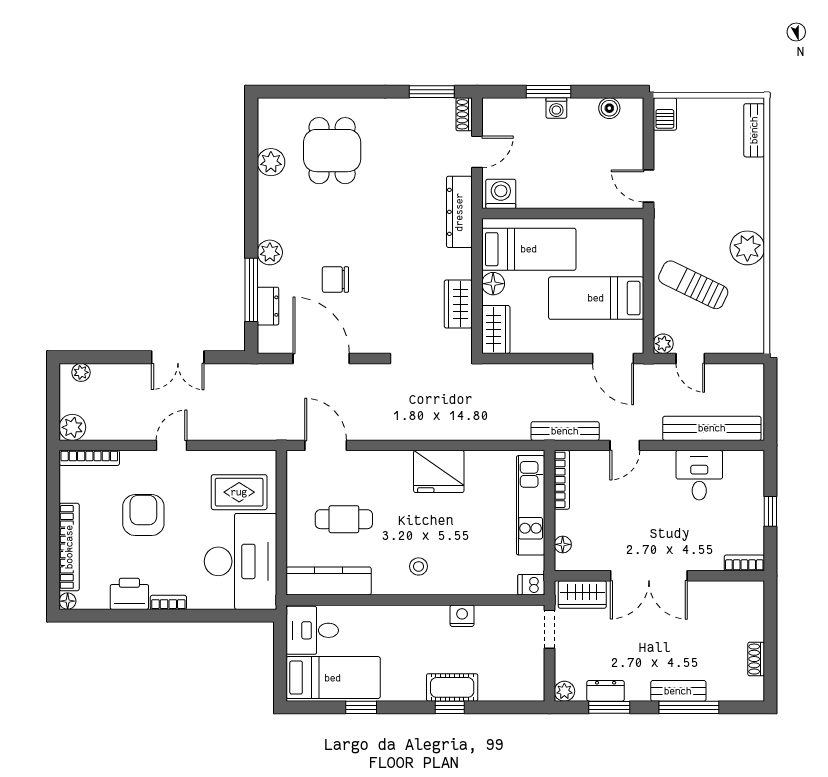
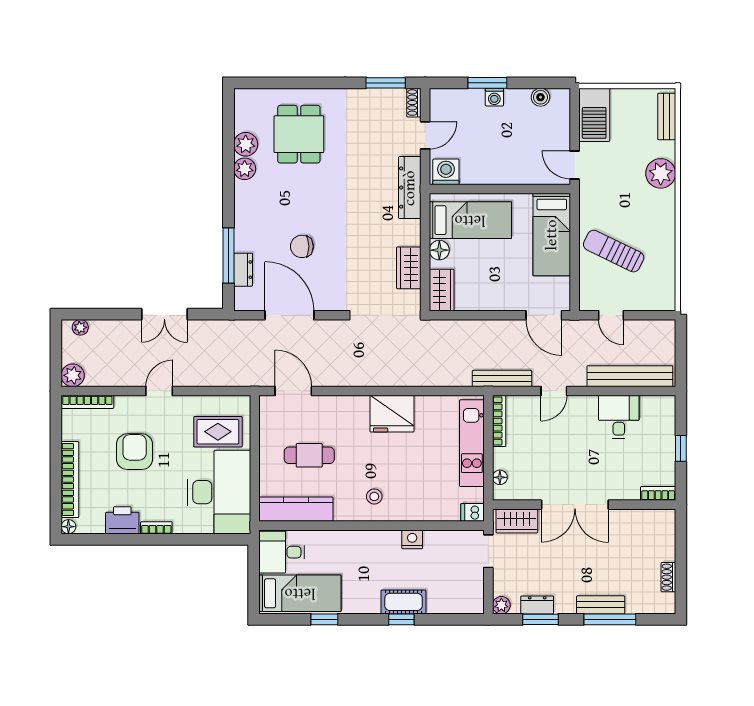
barbecue: (665, 114) -> (594, 115), width x1.88, depth x1.53
plant: (747, 248) -> (661, 173), moved
plant: (270, 252) -> (245, 169), moved
bed: (596, 298) -> (552, 235), moved, turned -90
plant: (663, 344) -> (587, 302), removed

